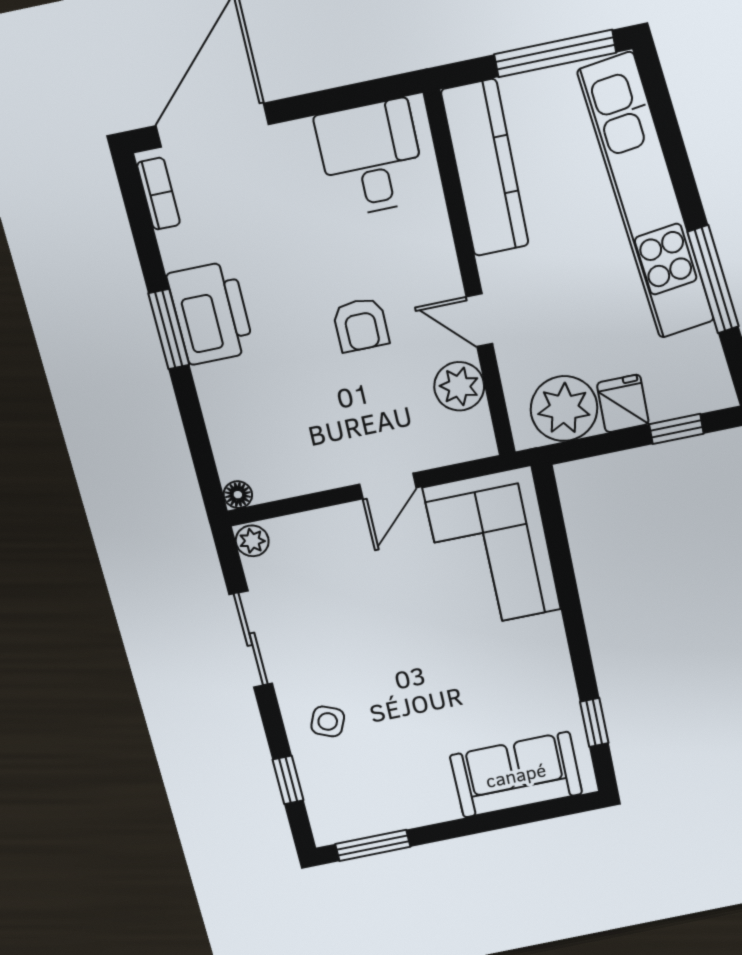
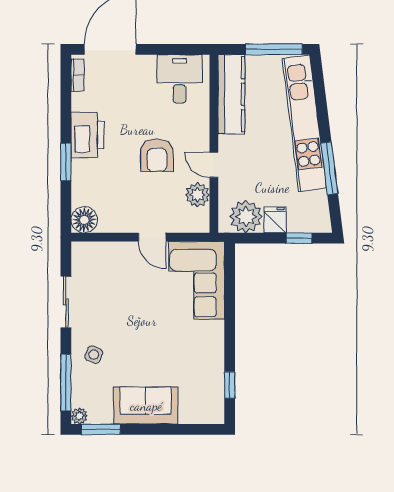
armchair: (361, 325) -> (157, 155), width x1.38, depth x1.38
window: (169, 329) -> (66, 162), moved
door: (388, 486) -> (152, 237), hinge flipped
floor lamp: (238, 495) -> (84, 220), width x1.89, depth x1.89
plant: (252, 541) -> (79, 416), moved
sofa: (516, 775) -> (146, 406), moved
window: (288, 780) -> (66, 383), width x2.17

